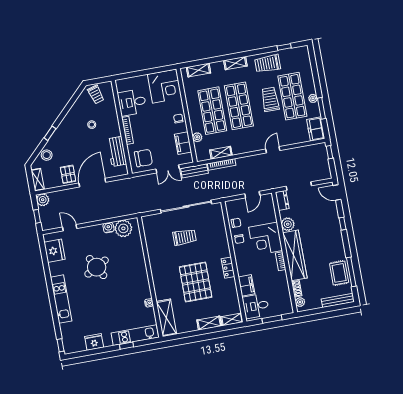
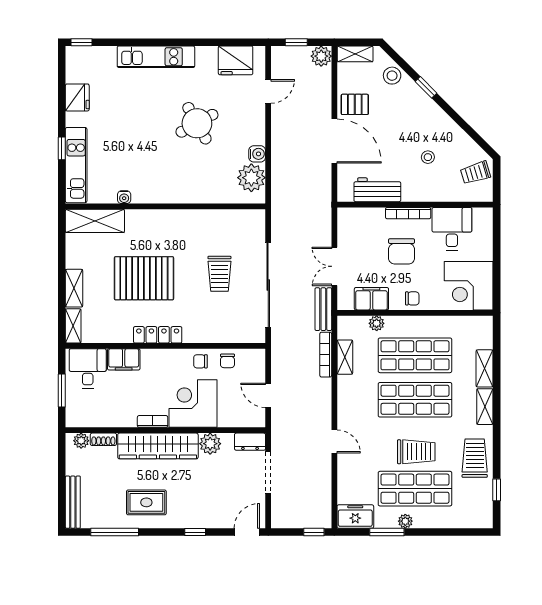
shelving: (198, 70) -> (485, 368), moved
chair: (143, 158) -> (402, 251), moved
locker: (228, 268) -> (158, 335), width x1.53
rug: (339, 273) -> (146, 502), moved

